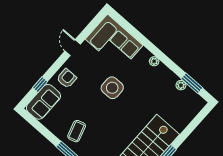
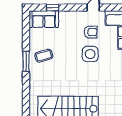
armchair: (67, 78) -> (91, 32), moved

